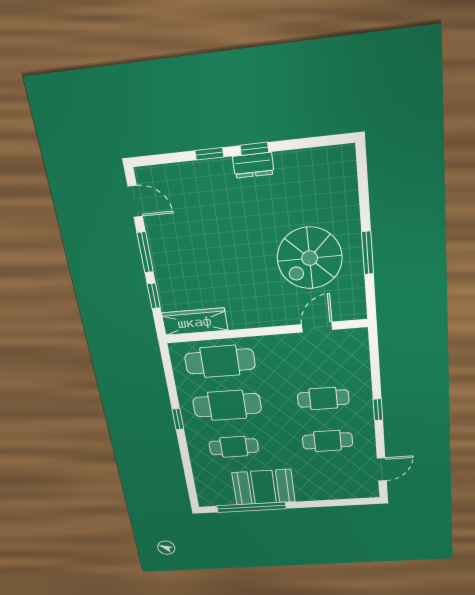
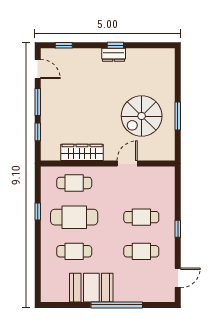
window: (209, 154) -> (64, 45), moved
wardrobe: (195, 322) -> (82, 152), moved
door: (317, 327) -> (127, 163), moved
cafe table: (220, 361) -> (74, 183), width x0.73, depth x0.74
window: (178, 419) -> (38, 211), moved
window: (251, 507) -> (117, 305), moved

